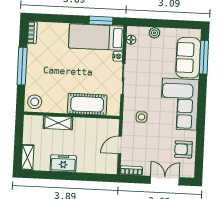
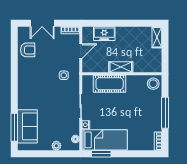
corner sofa: (179, 104) -> (33, 87), removed
shelving: (58, 123) -> (121, 67), moved
freezer: (63, 163) -> (104, 34), moved

